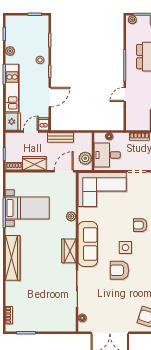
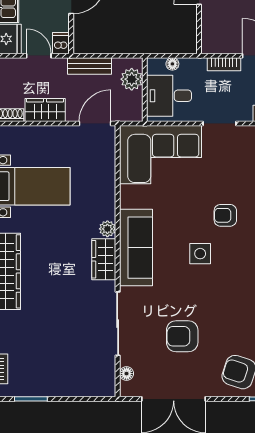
door: (31, 131) -> (39, 56), hinge flipped
plant: (85, 158) -> (132, 79), moved
plant: (71, 216) -> (107, 229), moved
armchair: (119, 270) -> (182, 336), moved

